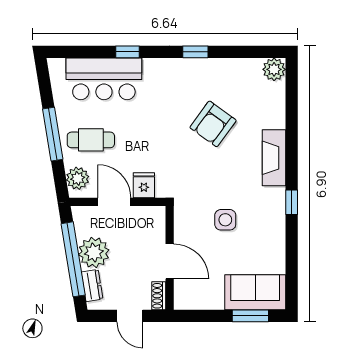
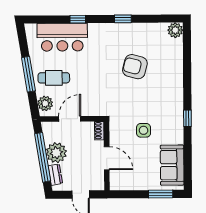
armchair: (213, 124) -> (135, 67), turned 69
fireplace: (274, 158) -> (176, 89), removed
fridge: (144, 185) -> (89, 108), removed
door: (114, 202) -> (70, 119), hinge flipped
sofa: (255, 292) -> (172, 165), moved, turned -90
shoe rack: (159, 296) -> (99, 131), moved

